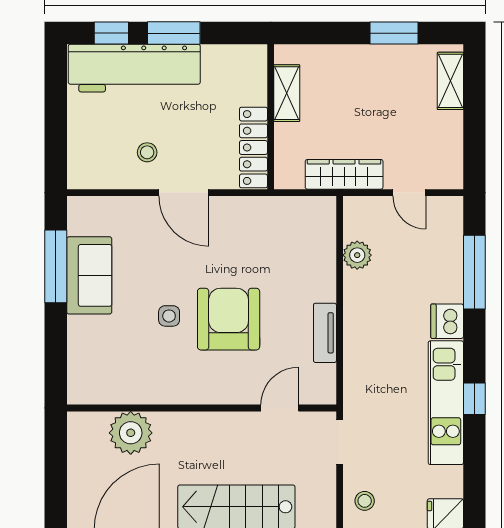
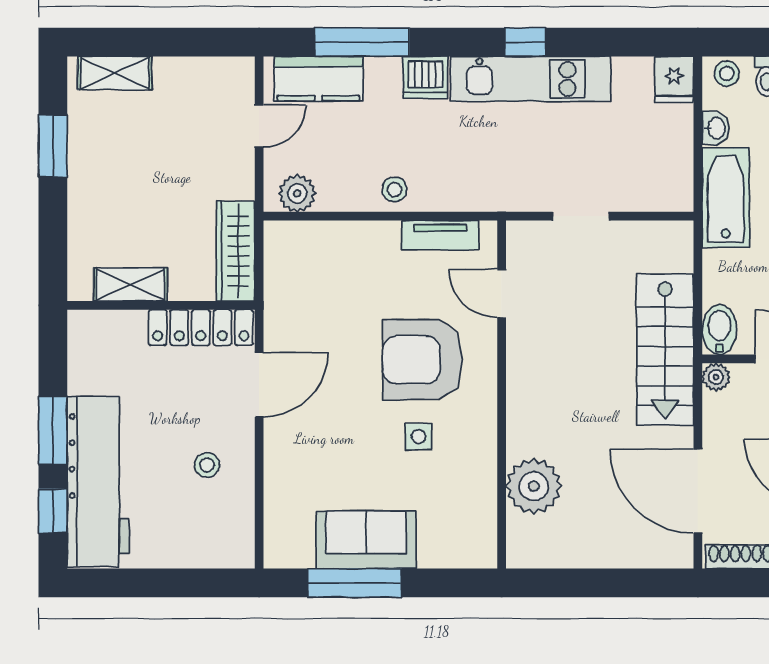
wardrobe: (344, 174) -> (235, 251), moved
door: (184, 193) -> (259, 385), moved
kitchen counter: (446, 239) -> (319, 79), added
plant: (357, 255) -> (297, 193), moved
wall: (202, 408) -> (502, 395), moved
door: (280, 408) -> (502, 294), moved
plant: (131, 433) -> (534, 486), moved
stool: (365, 501) -> (394, 189), moved

